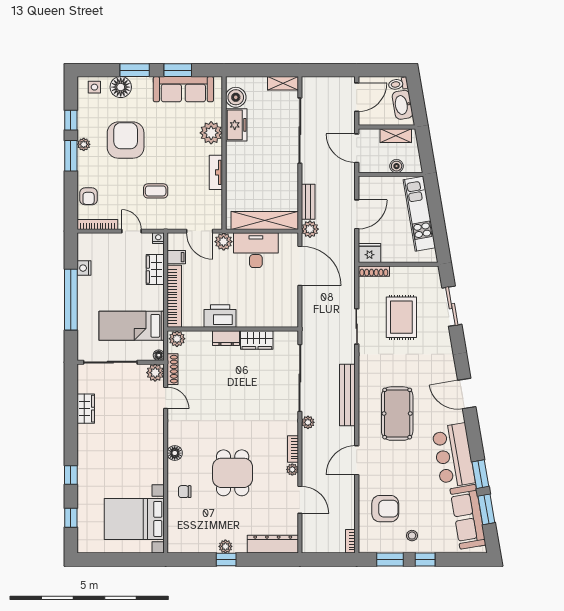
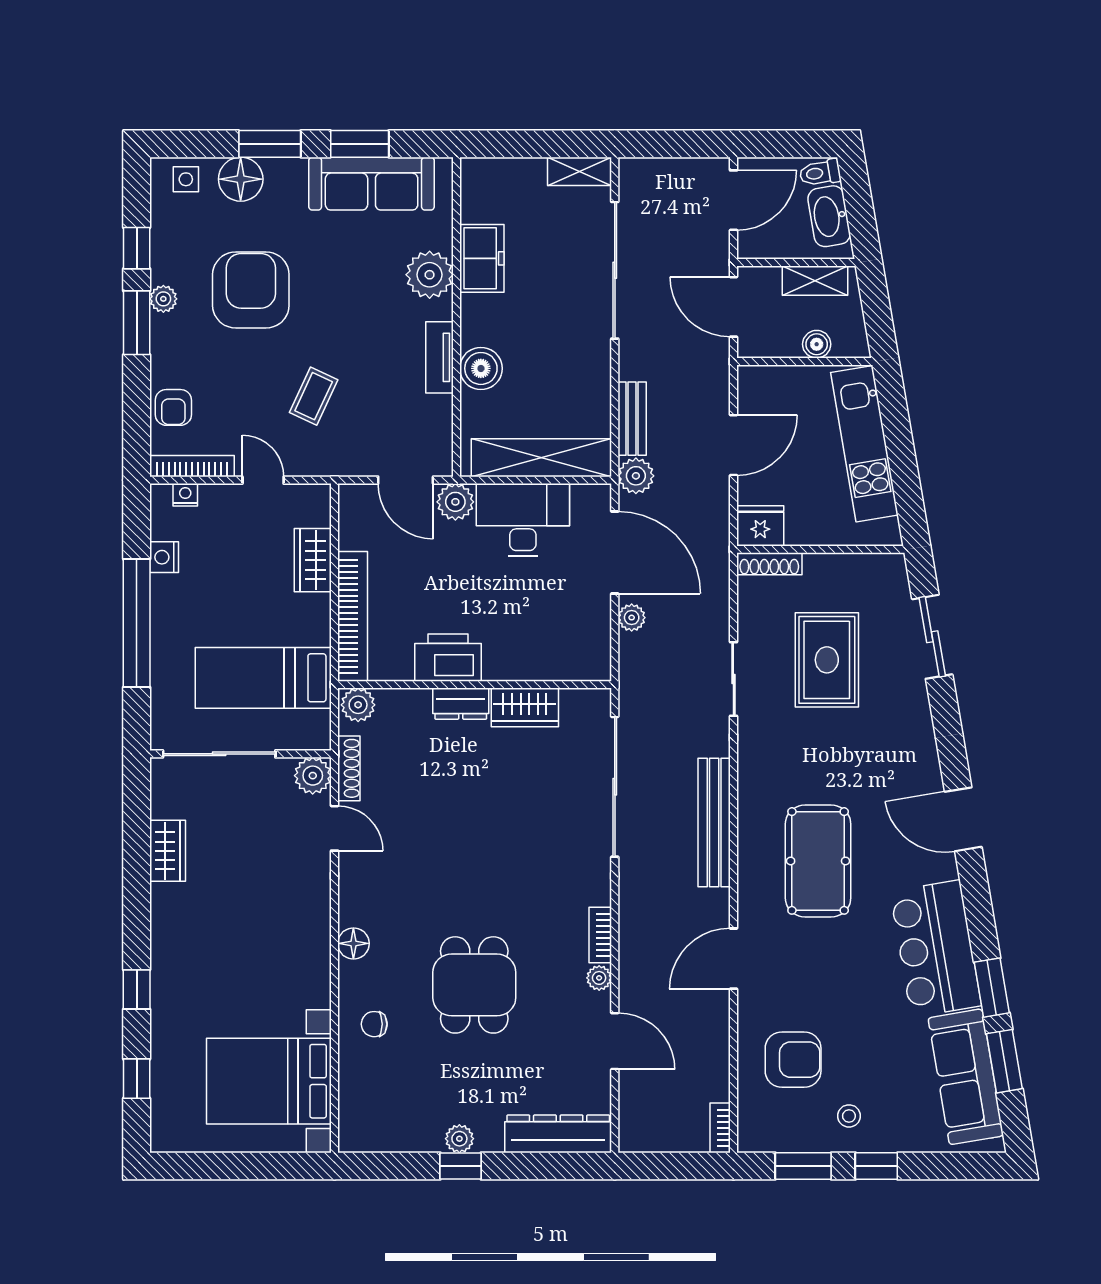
boiler: (236, 97) -> (481, 368), moved
coffee table: (156, 191) -> (314, 396), turned -65
nightstand: (158, 238) -> (185, 495), moved
filing cabinet: (176, 257) -> (357, 535), removed
floor lamp: (159, 355) -> (320, 739), removed
plant: (308, 422) -> (632, 618), moved

